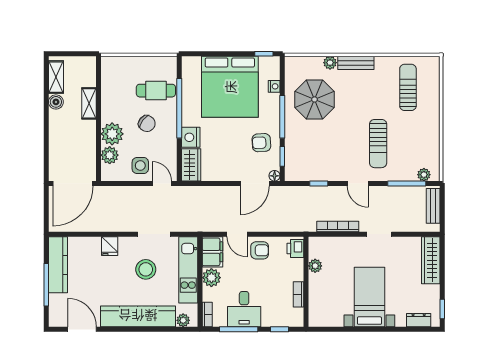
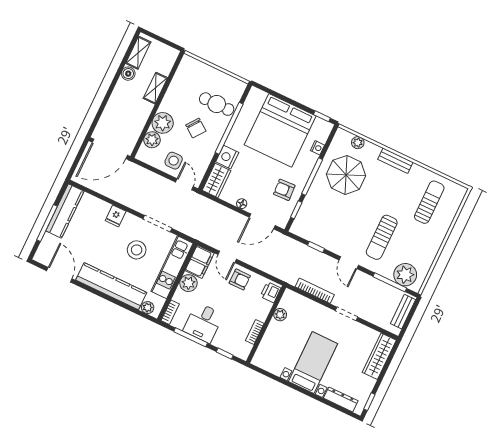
plant: (330, 63) -> (358, 143), moved
plant: (424, 175) -> (405, 275), width x1.88, depth x1.88
floor lamp: (275, 176) -> (242, 204), moved
dresser: (419, 320) -> (341, 399), width x1.44

